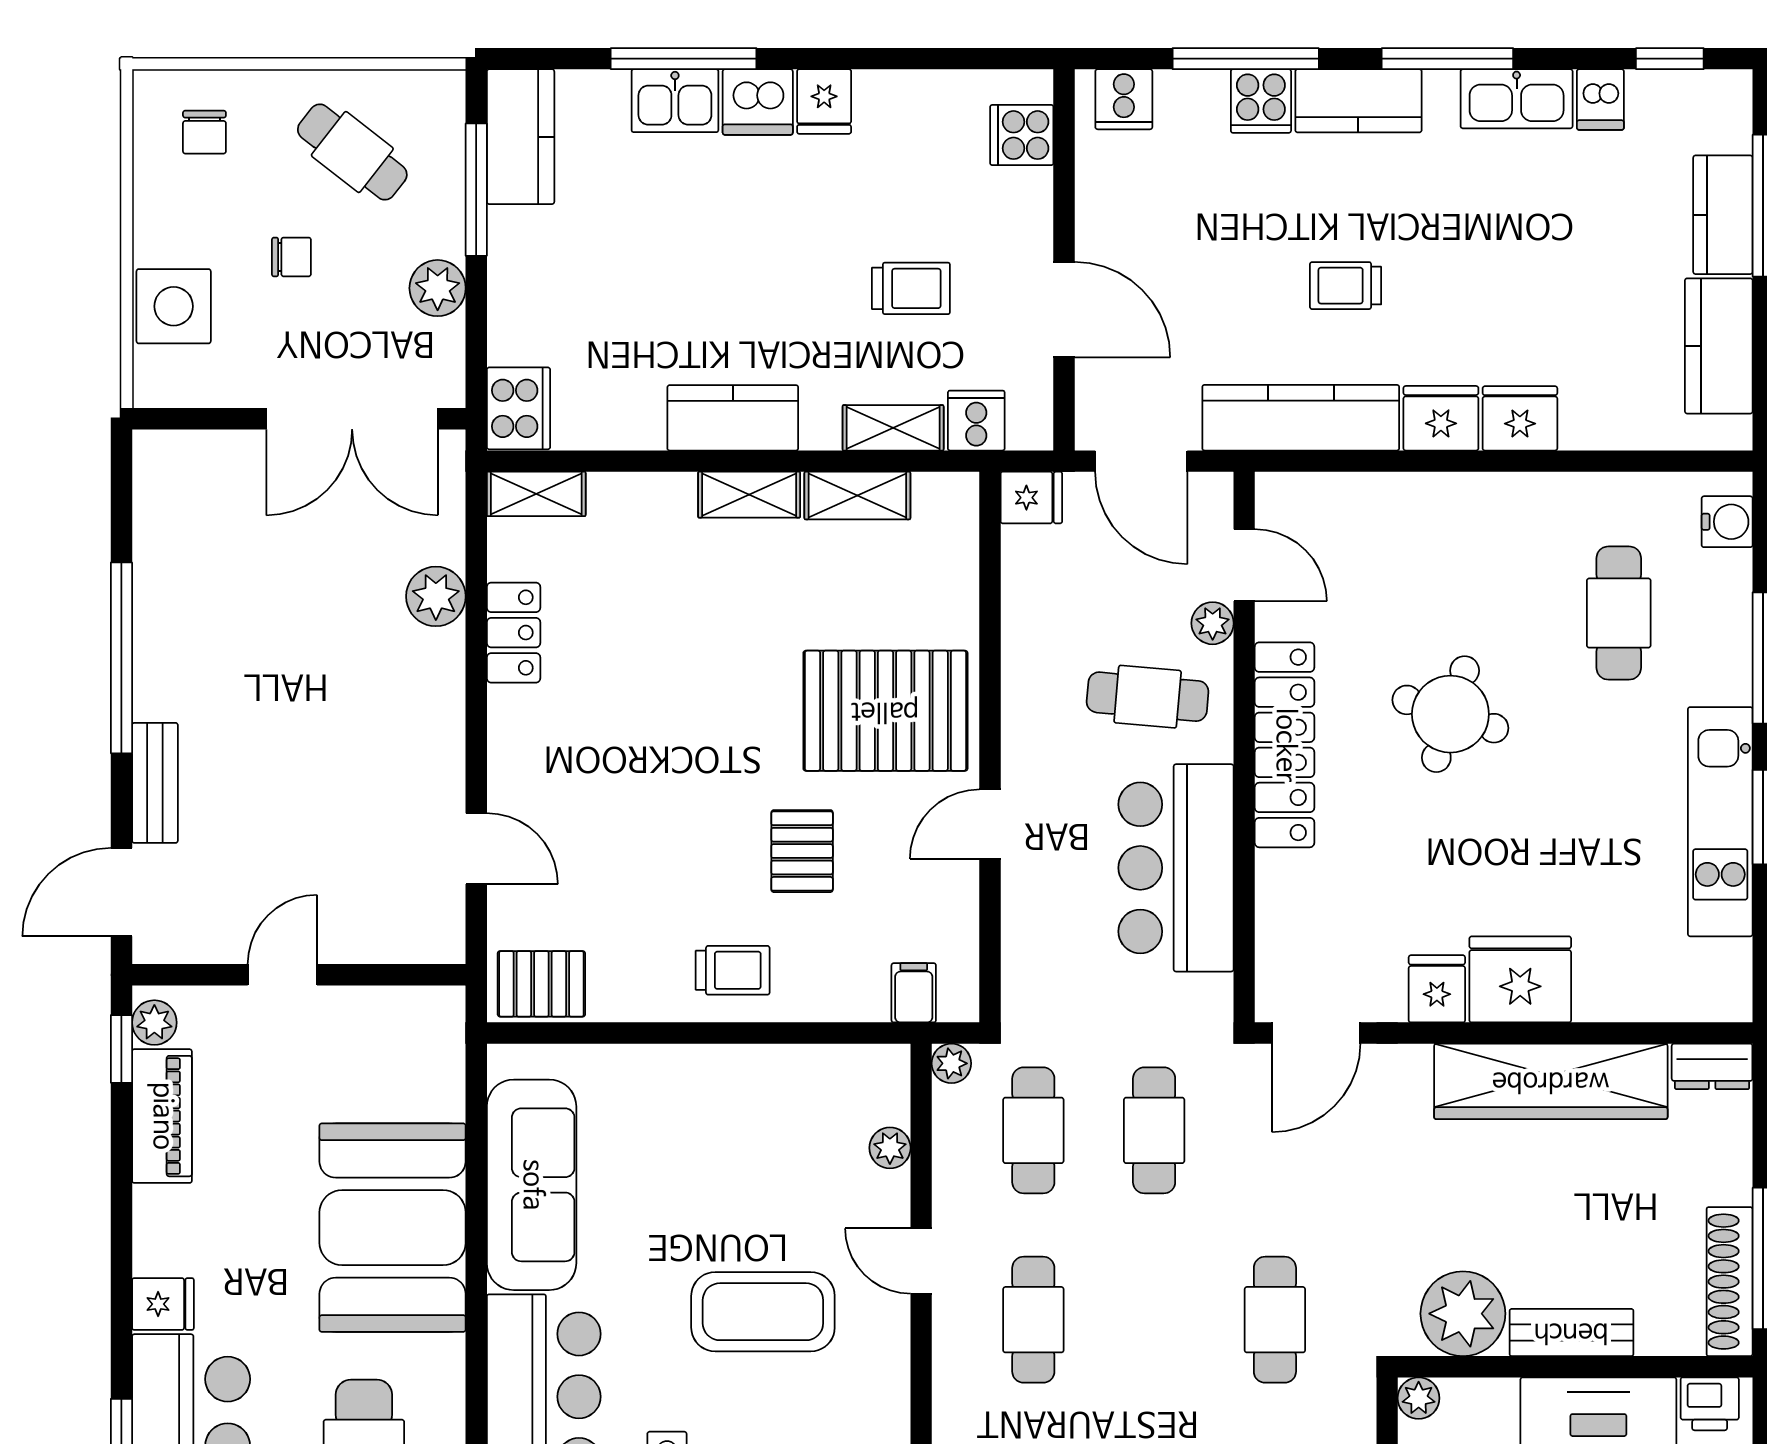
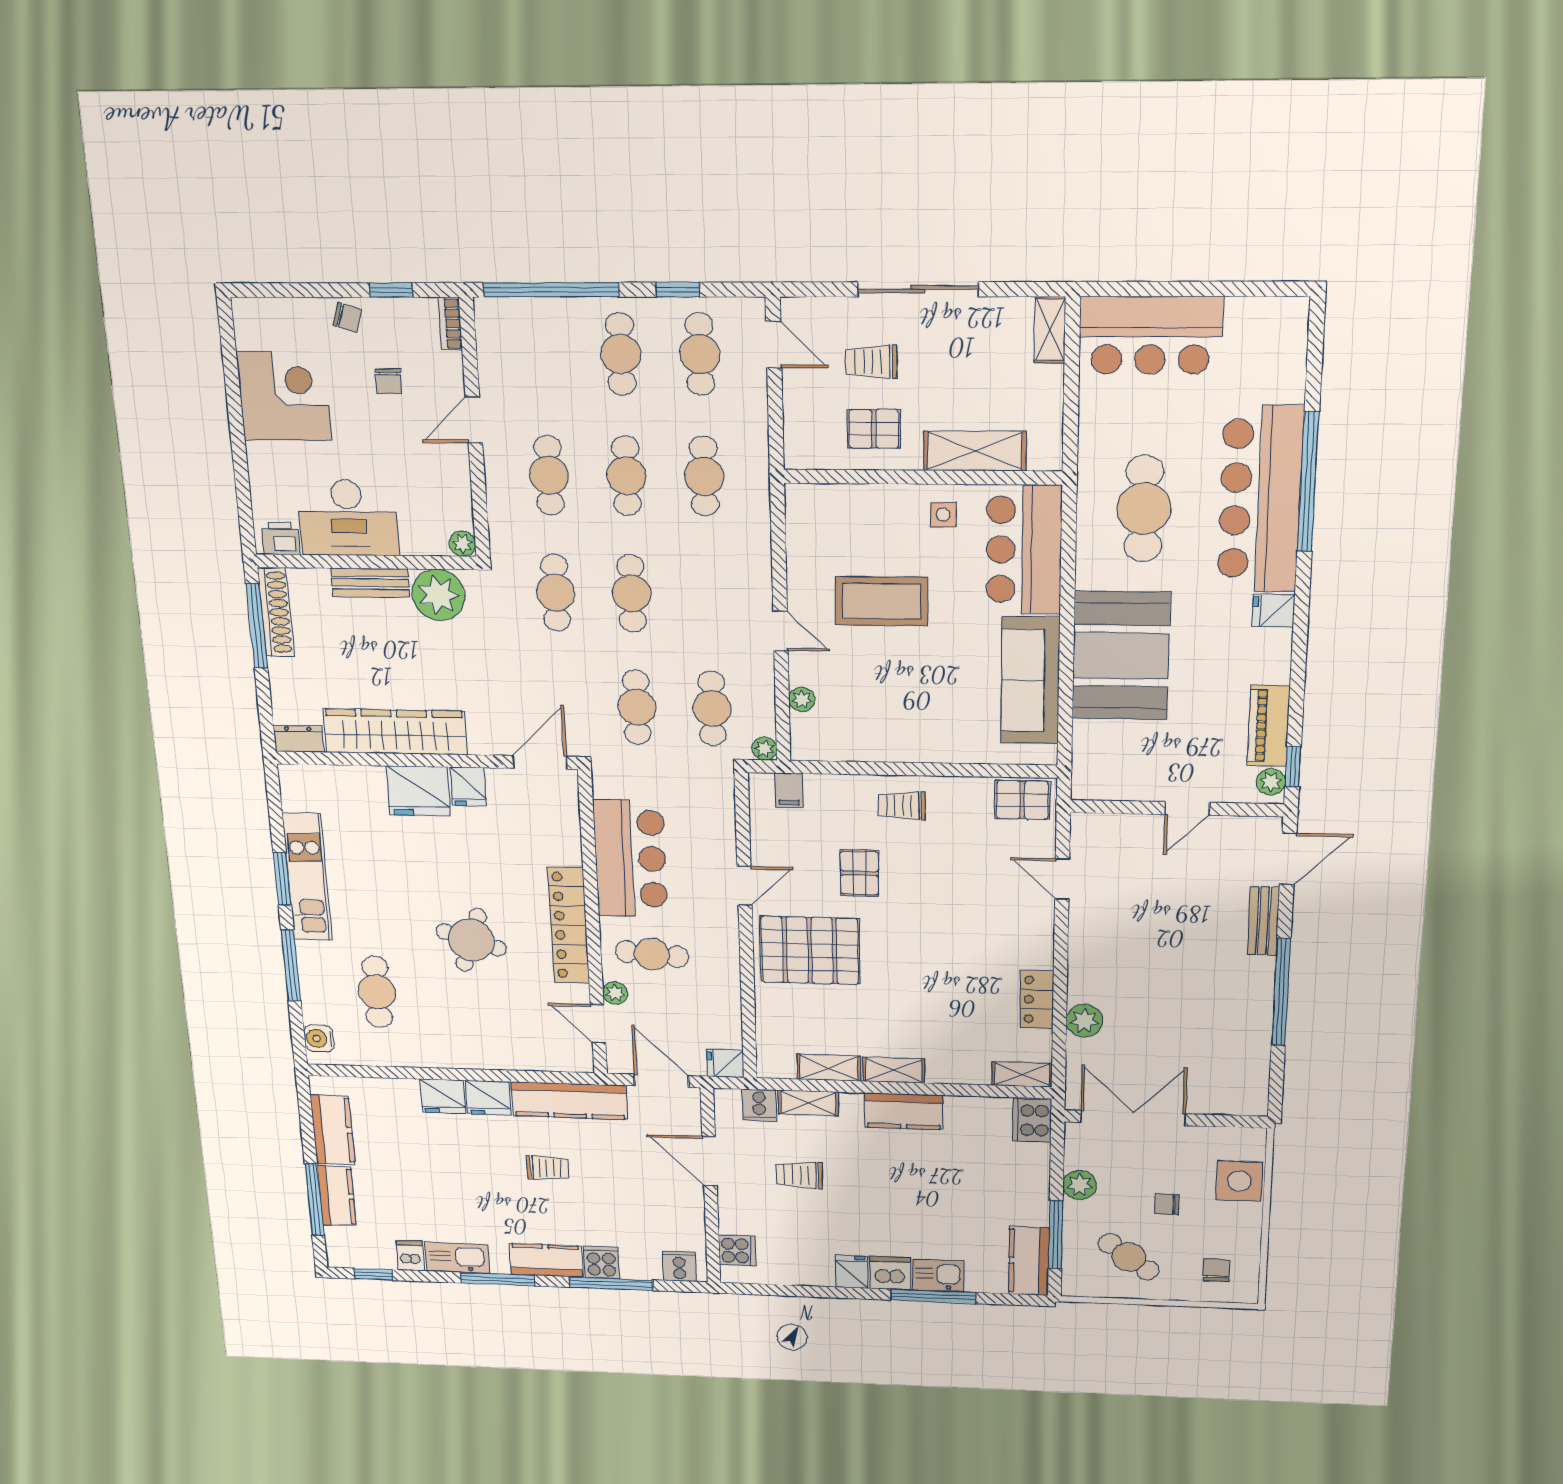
cafe table: (1033, 1320) -> (632, 593), moved

